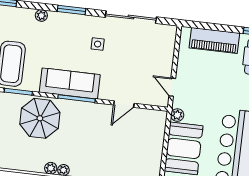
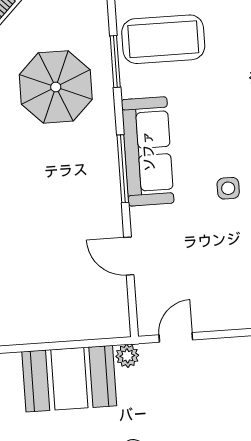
parasol: (40, 118) -> (56, 87), moved

